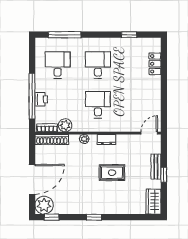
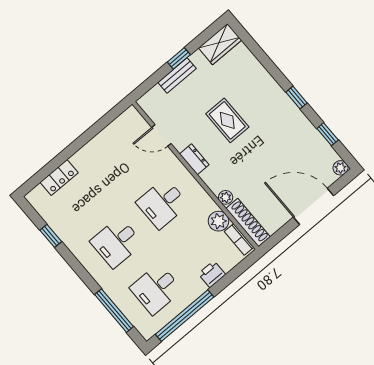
window: (32, 96) -> (185, 316), moved
door: (149, 133) -> (161, 135), moved
plant: (84, 139) -> (226, 197), moved
plant: (44, 205) -> (340, 168), width x0.53, depth x0.53
window: (52, 217) -> (328, 134), moved

